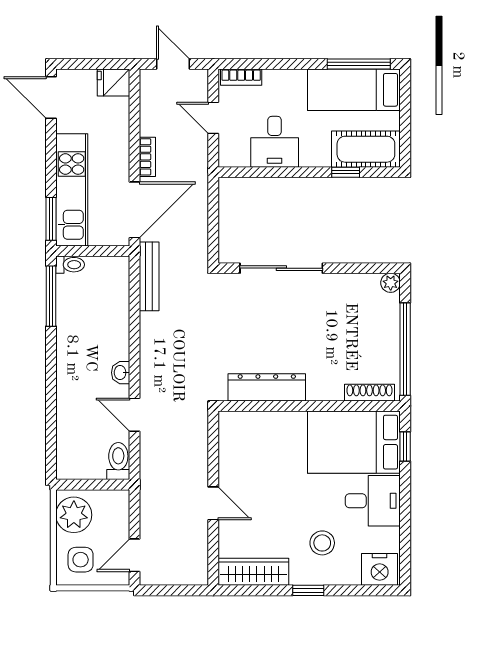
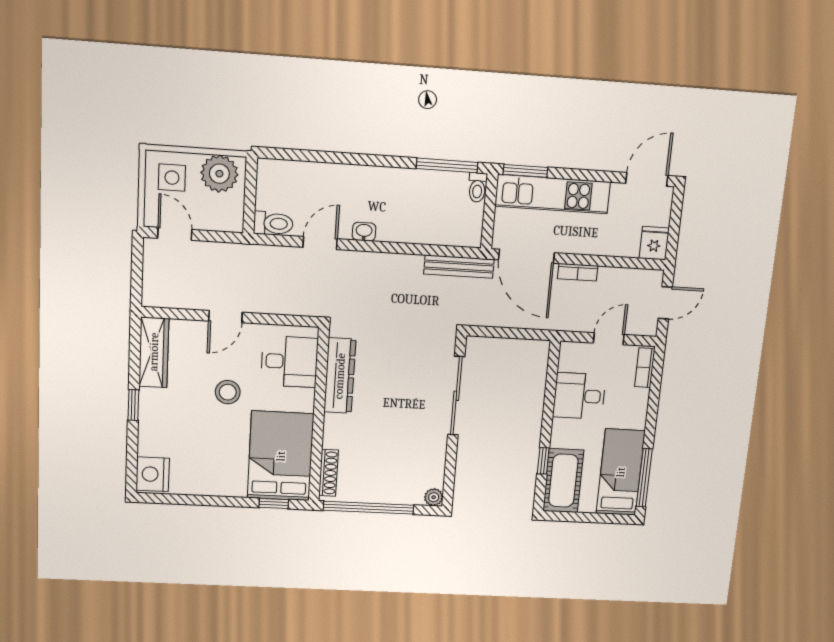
desk: (373, 501) -> (289, 362), moved, turned -90
stool: (322, 543) -> (228, 392), moved

